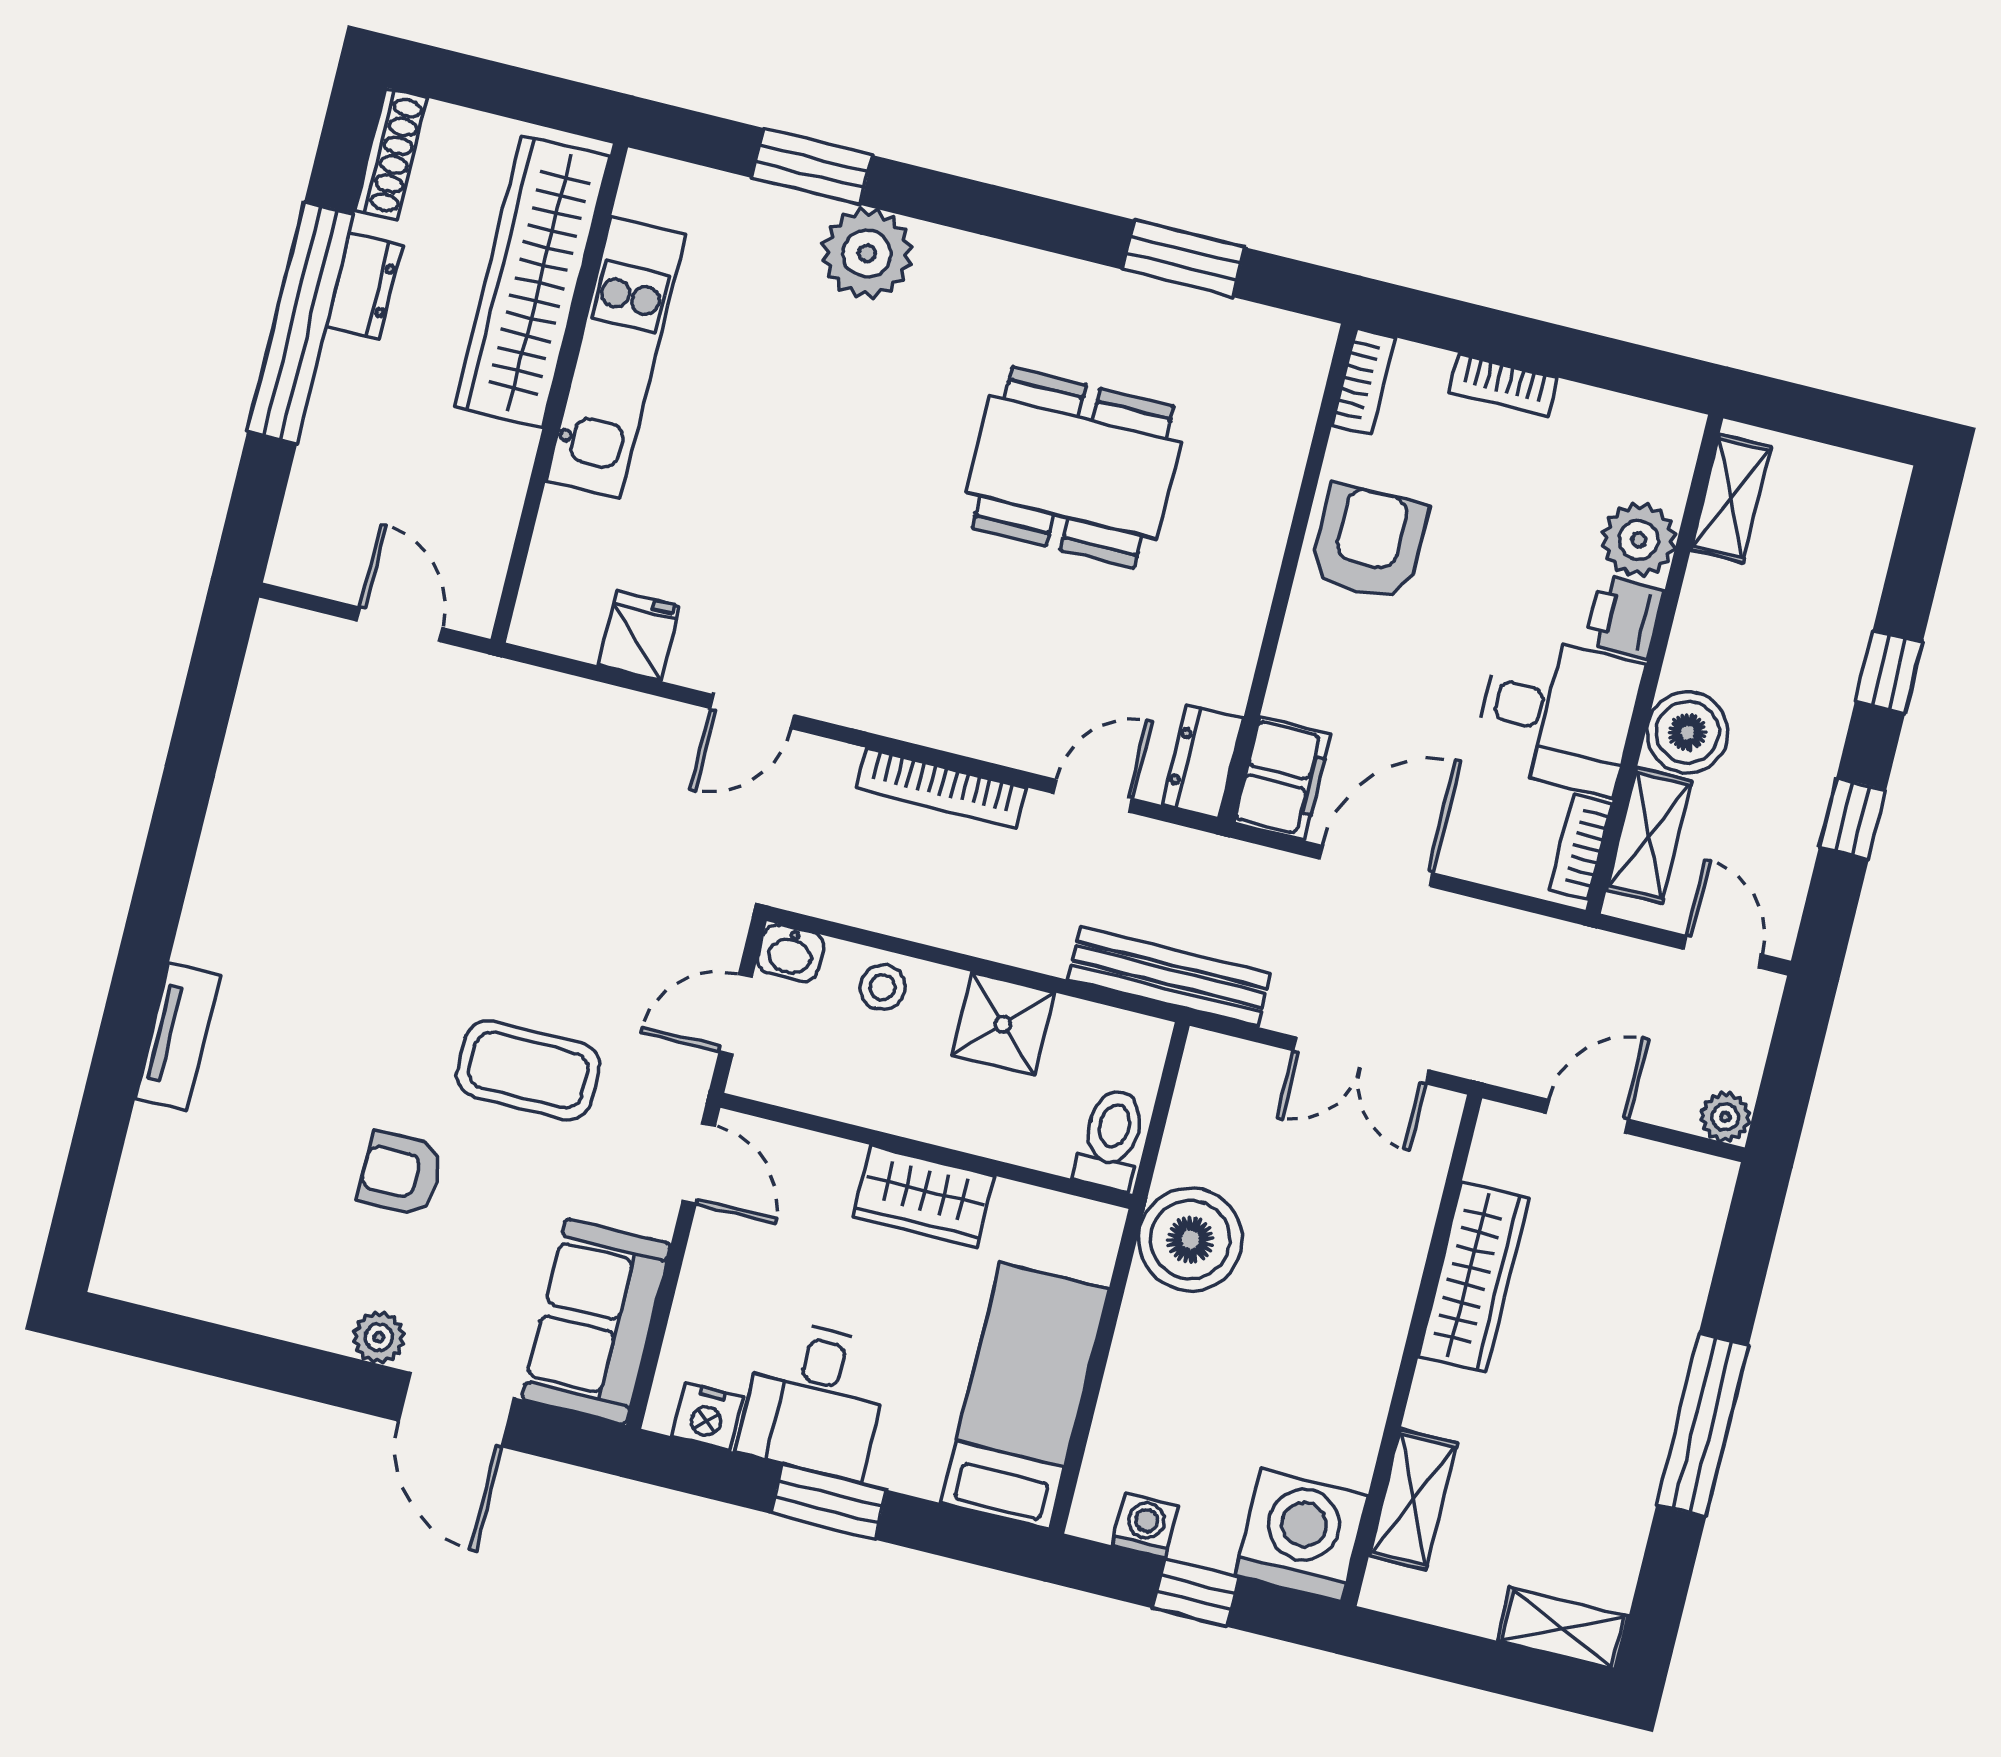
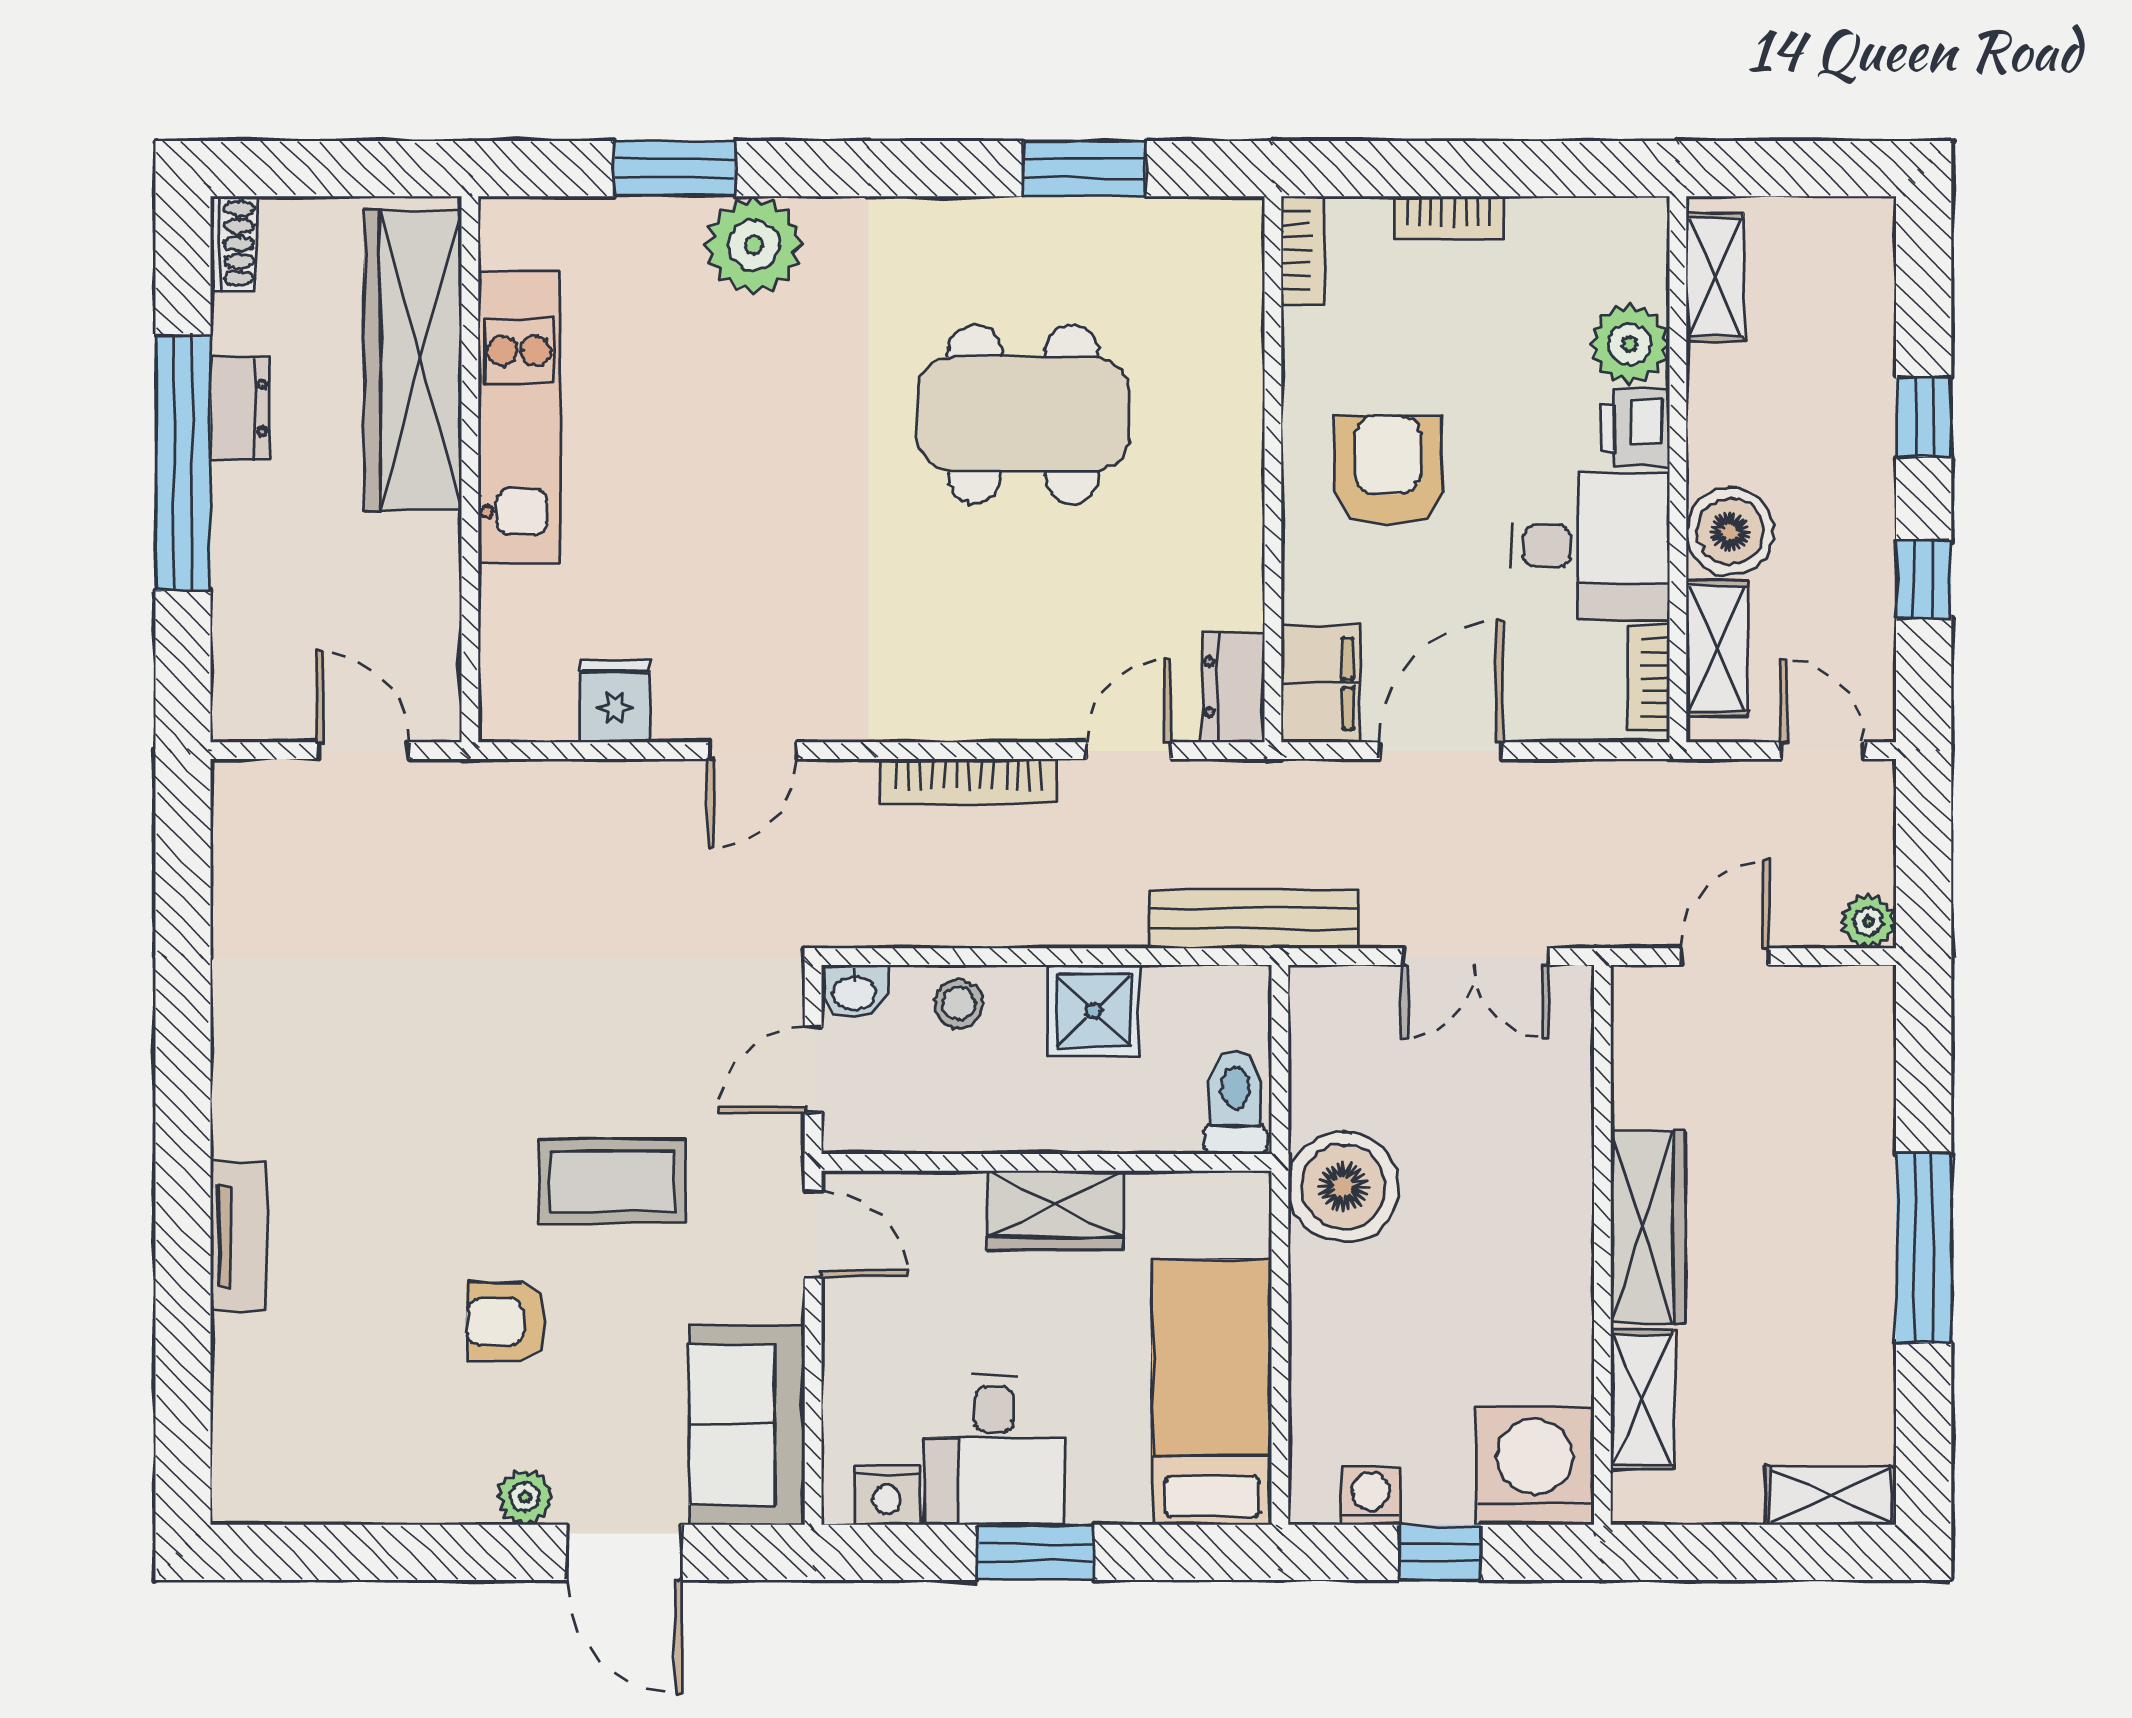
shoe rack: (391, 154) -> (234, 244), width x0.70
armchair: (1369, 542) -> (1388, 470), moved
wardrobe: (1474, 1277) -> (1648, 1227), moved

